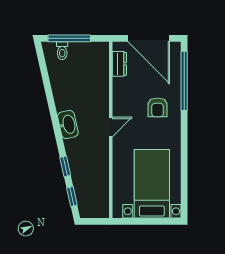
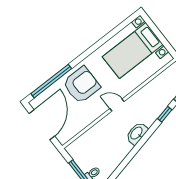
dresser: (119, 64) -> (73, 131), removed
armchair: (158, 107) -> (81, 85), width x1.88, depth x1.88

